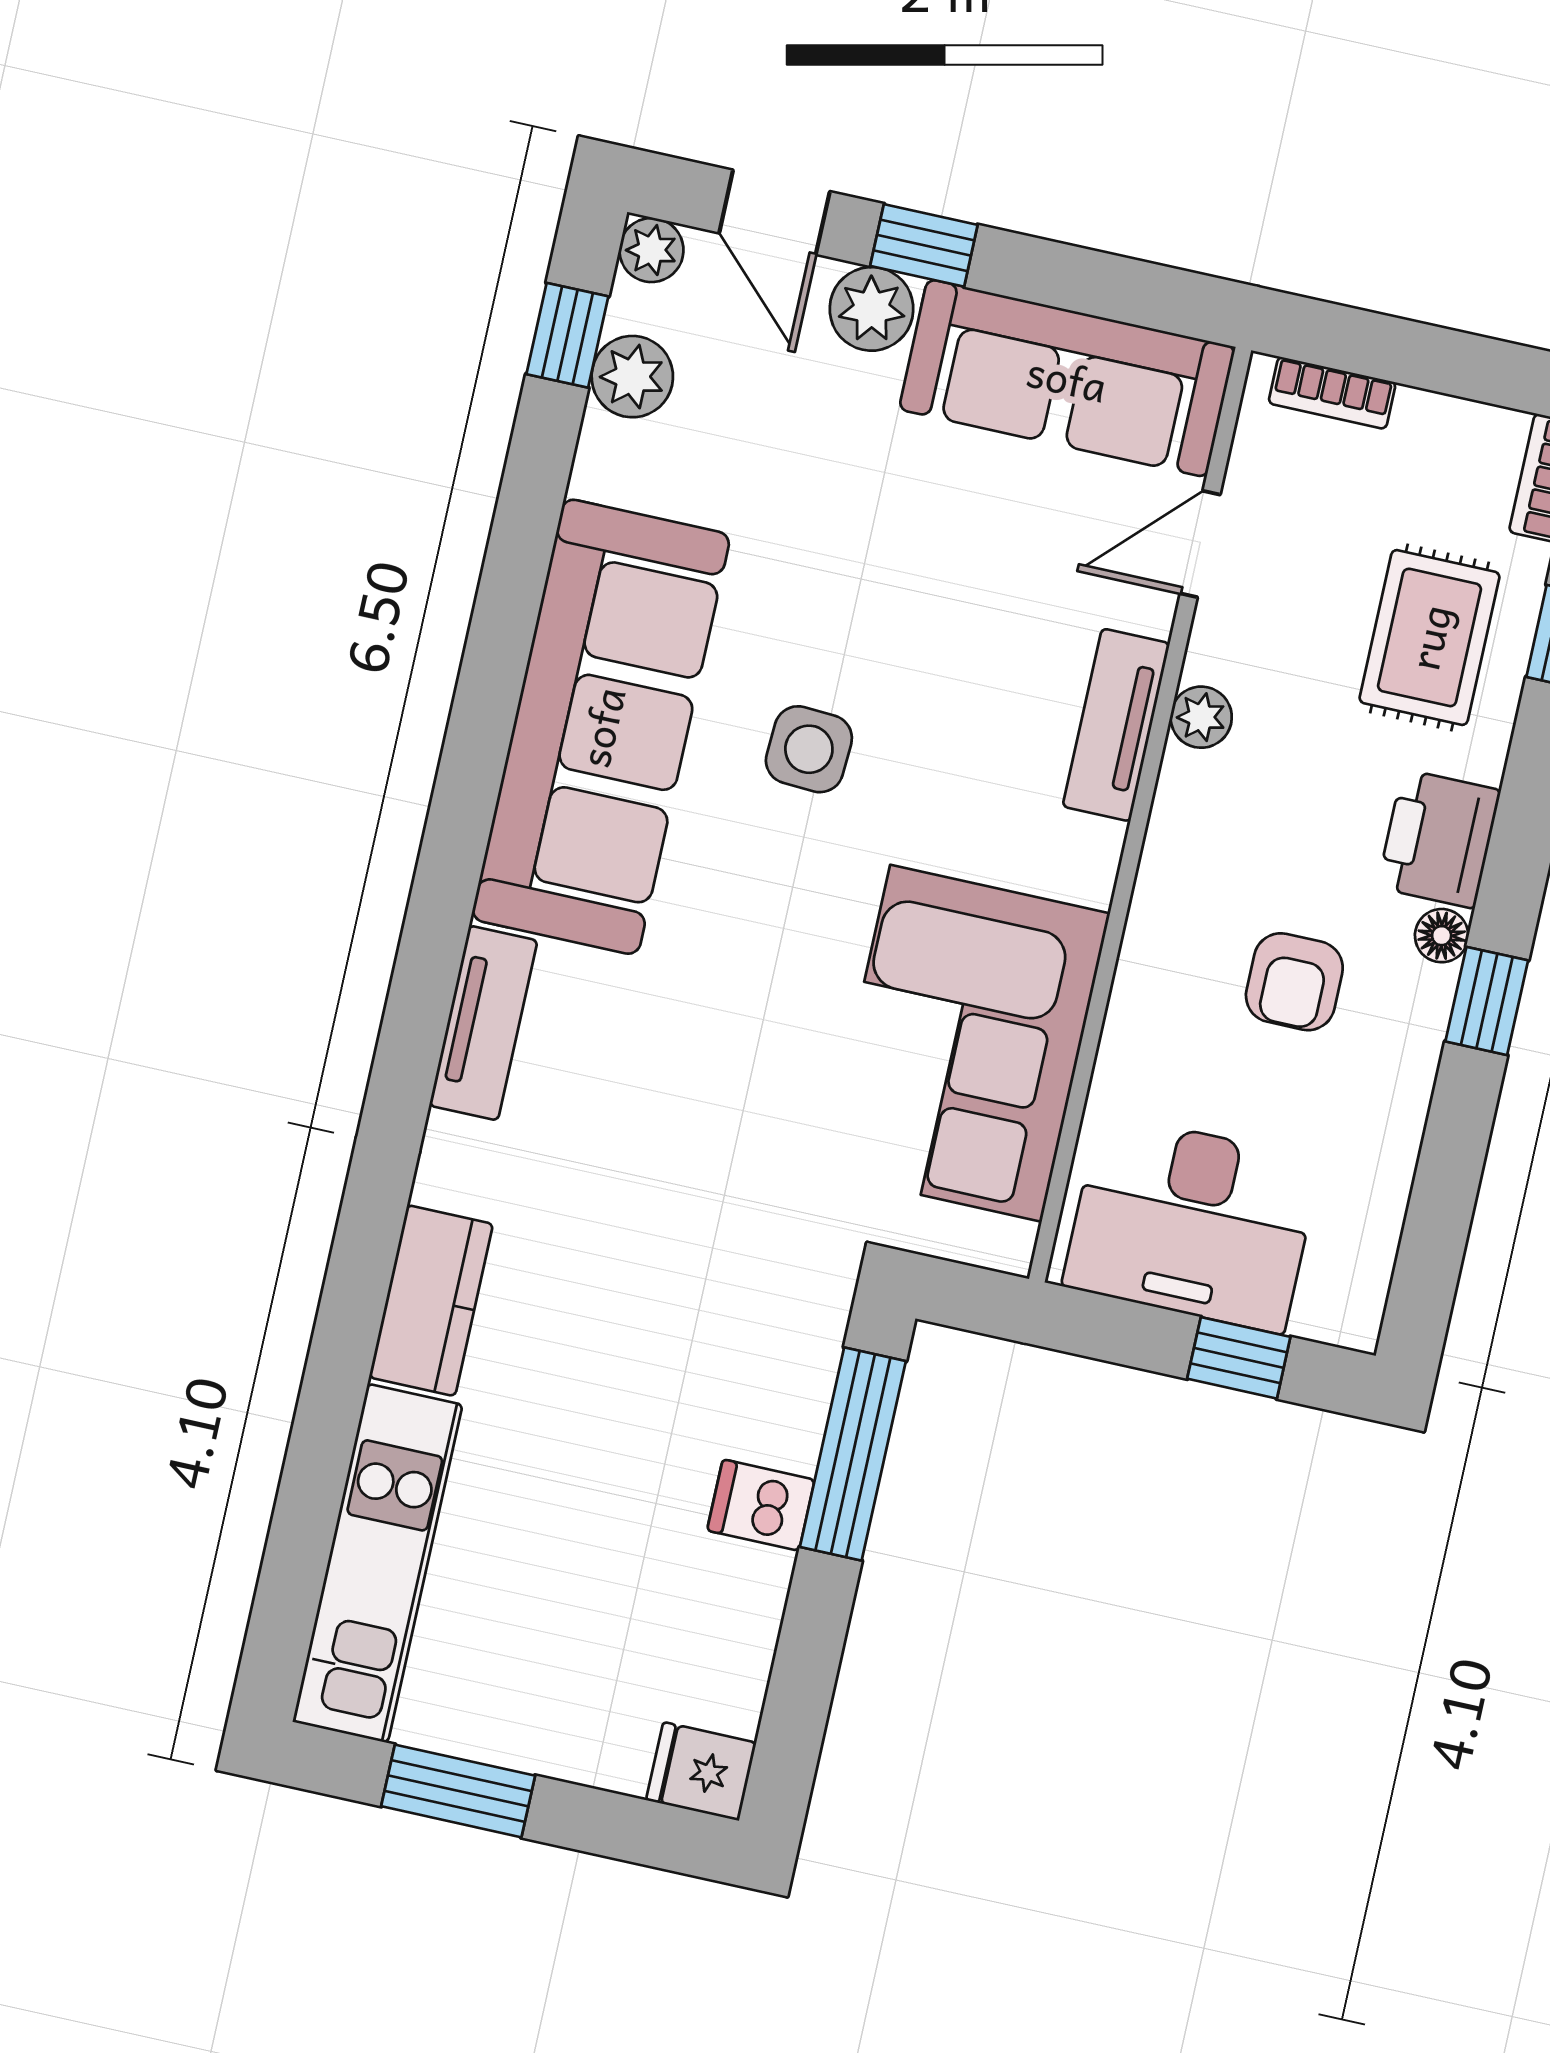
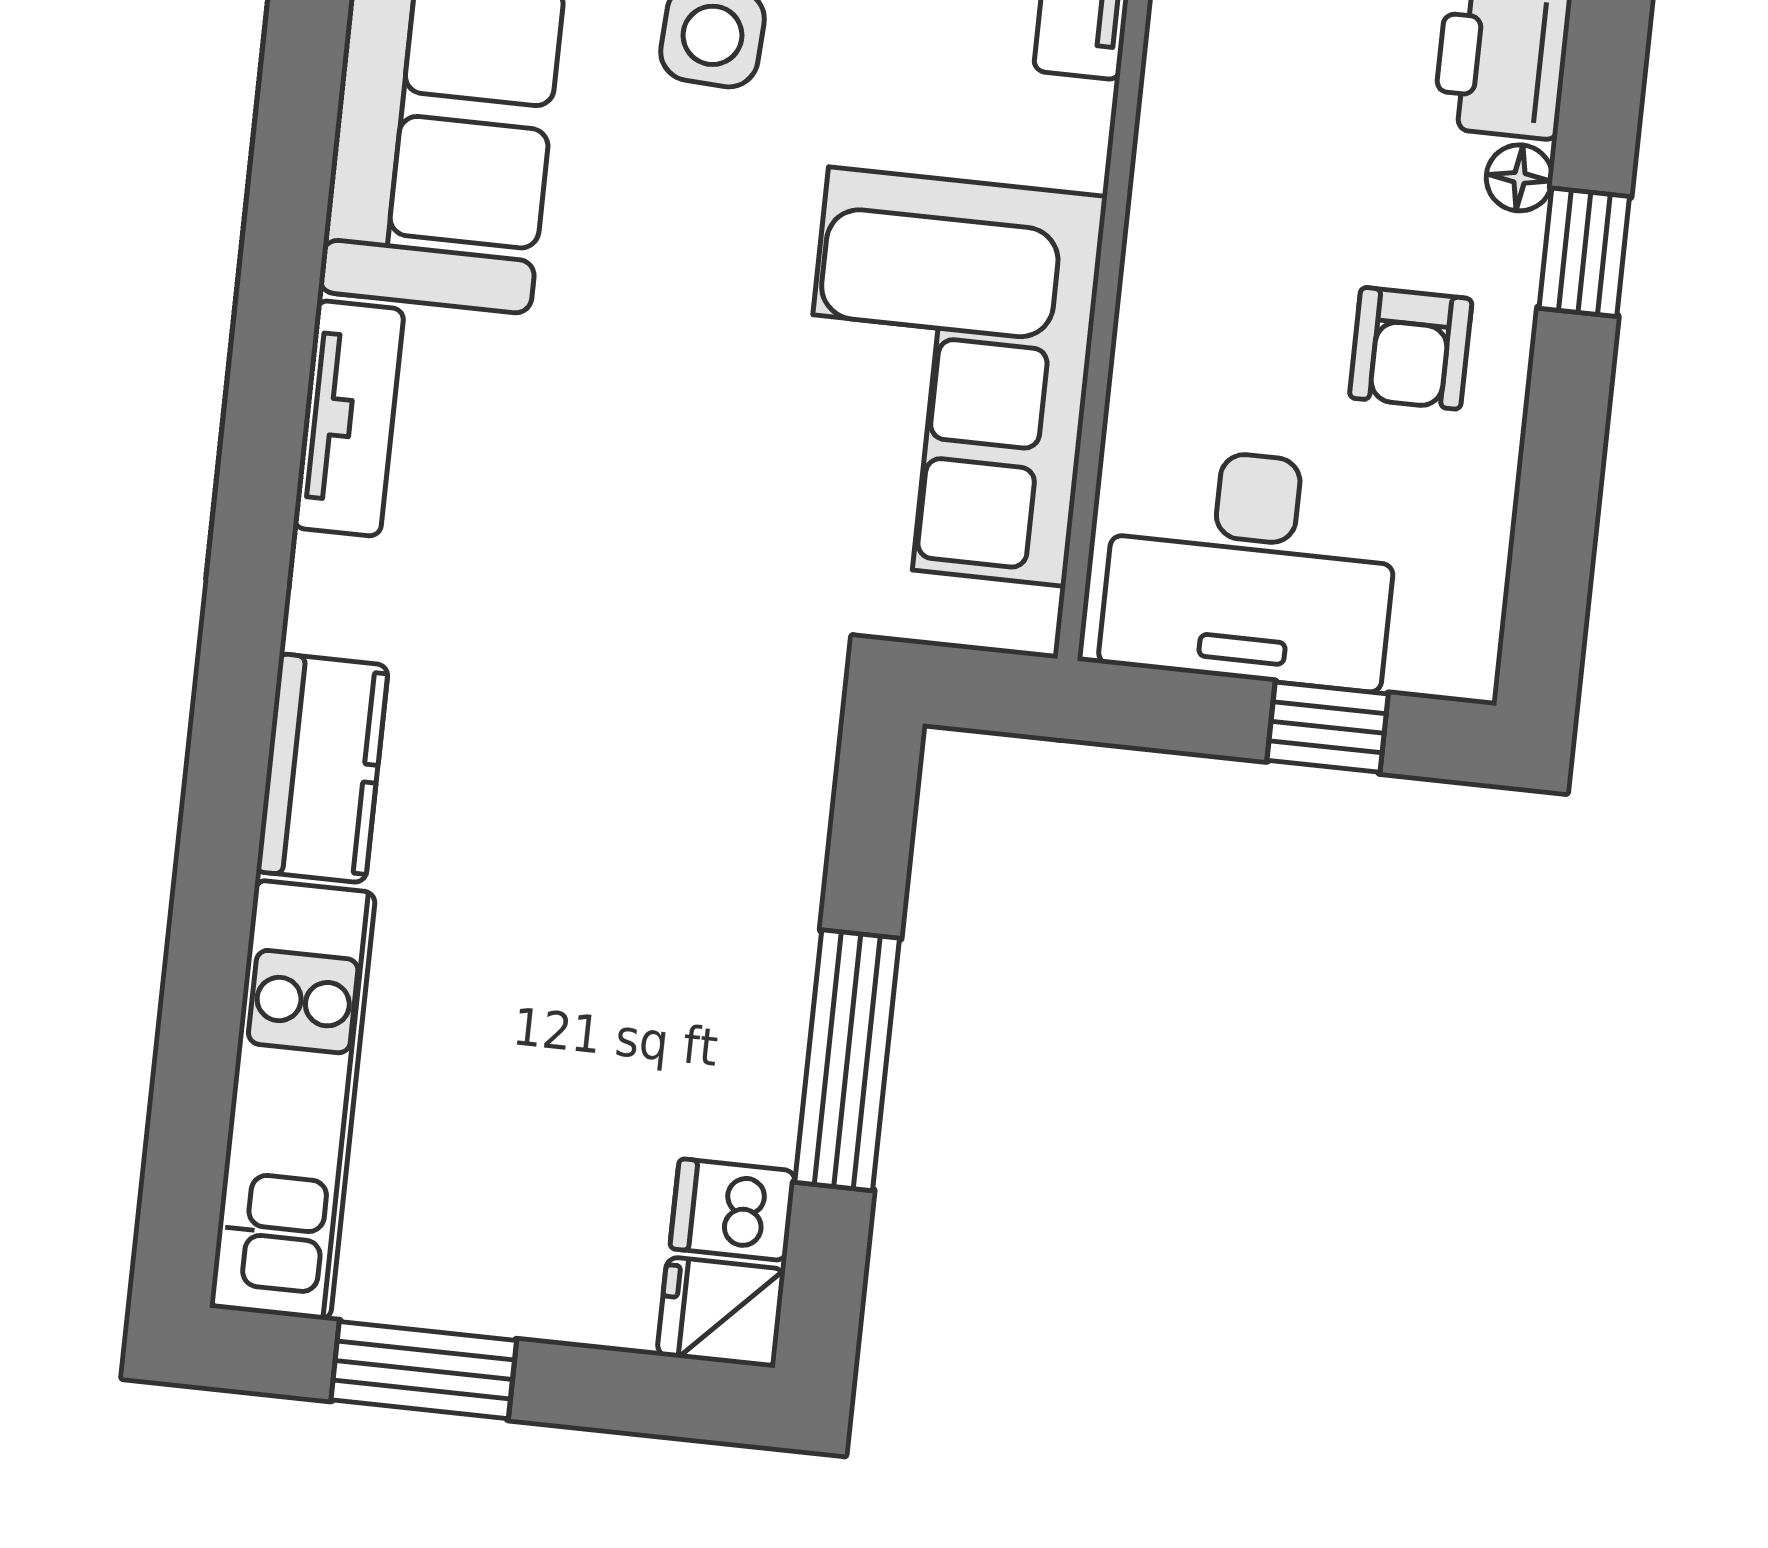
armchair: (1294, 982) -> (1411, 348), moved
window: (853, 1454) -> (847, 1060), moved
dishwasher: (761, 1505) -> (733, 1210), moved

